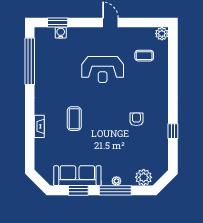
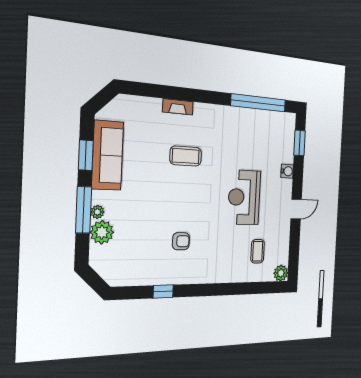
water cooler: (61, 33) -> (287, 171), moved
plant: (144, 177) -> (102, 232), moved

